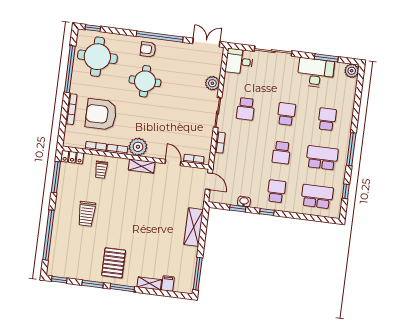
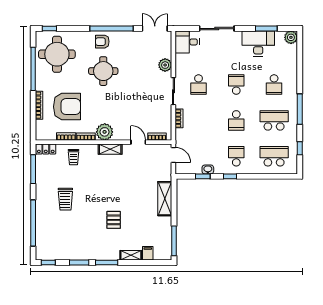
armchair: (101, 114) -> (67, 107), turned 180
school desk: (327, 119) -> (274, 85), turned 180
pallet: (114, 263) -> (114, 220), moved, width x0.67, depth x0.71

